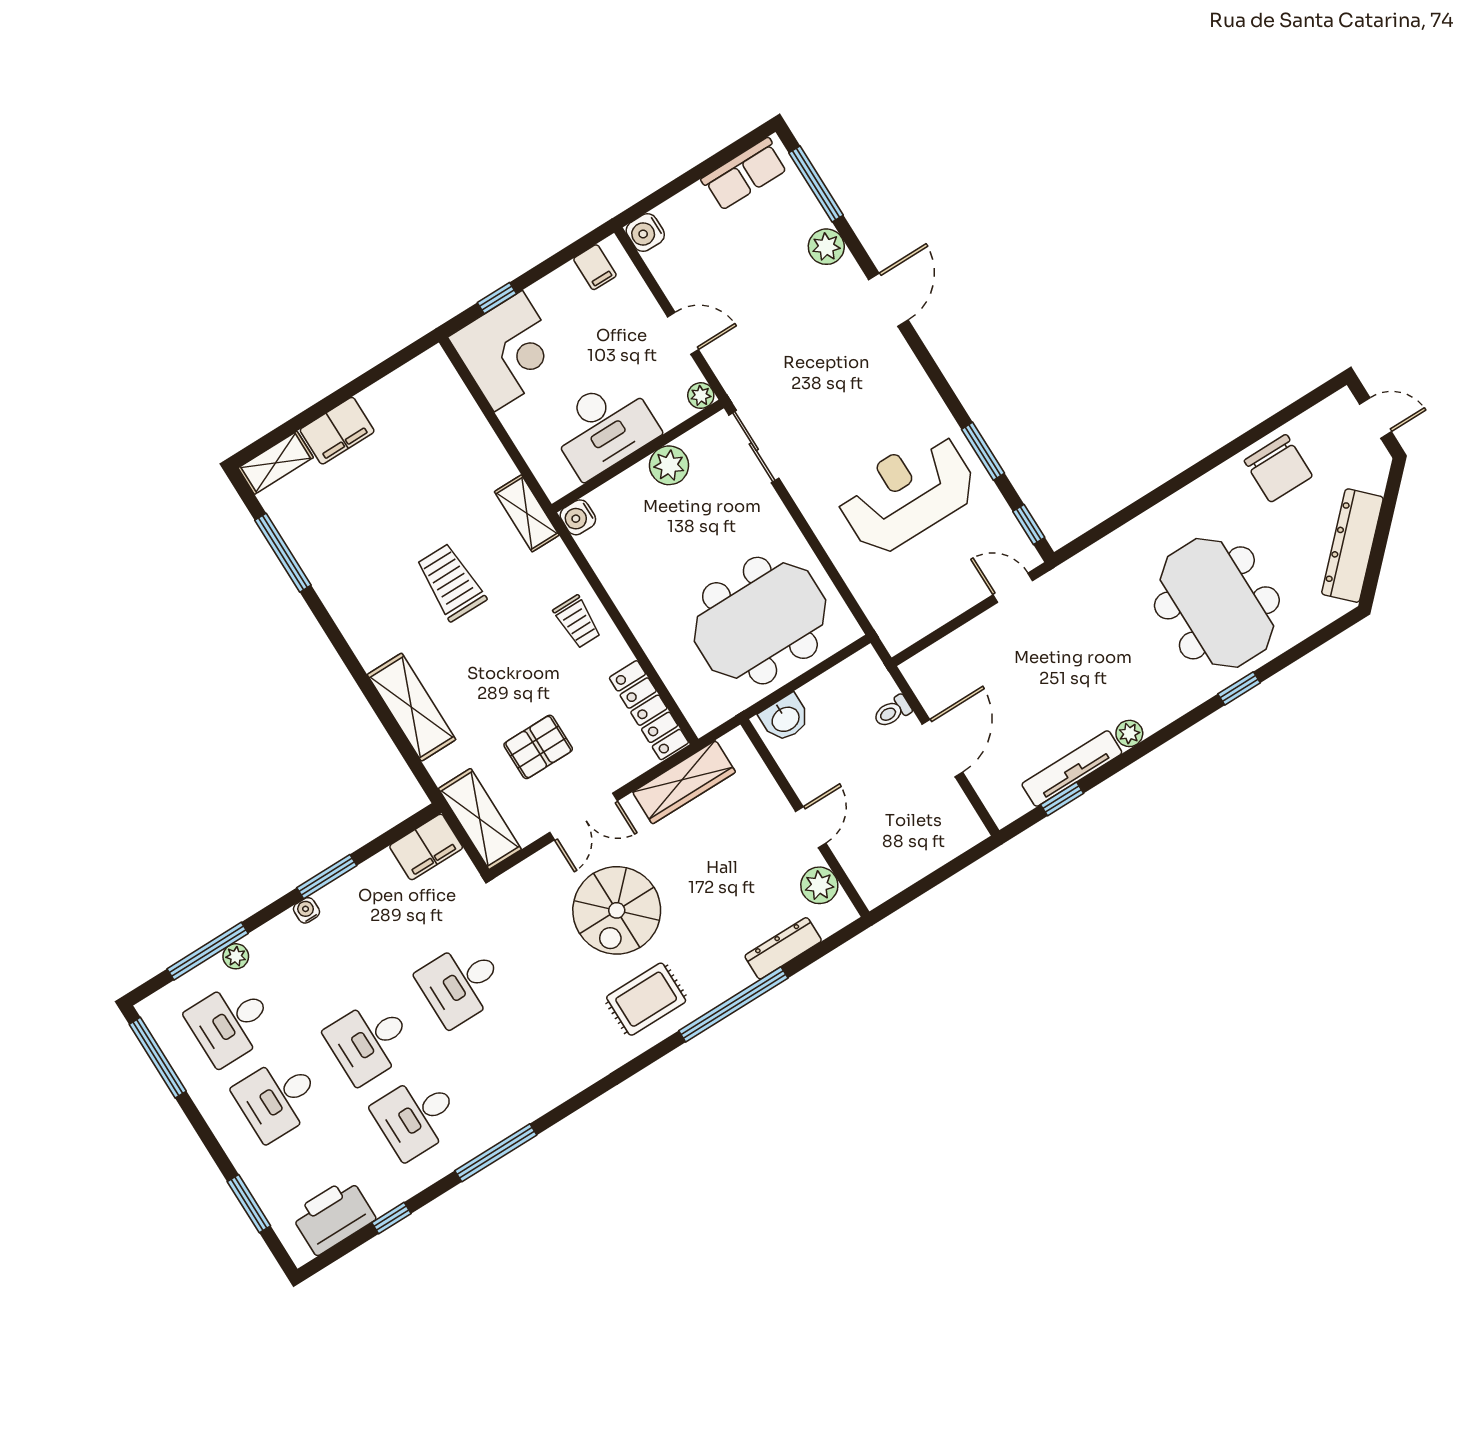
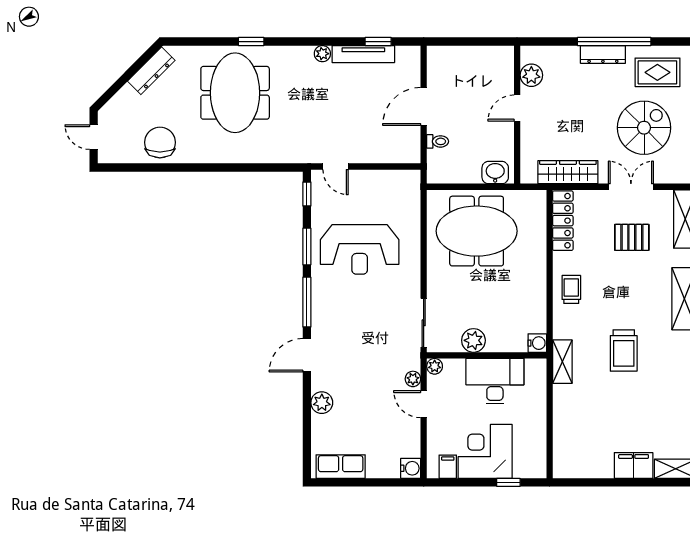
window: (816, 184) -> (307, 302), moved
corner desk: (508, 351) -> (485, 451), moved
plant: (720, 359) -> (413, 379), added
dresser: (1352, 546) -> (151, 71), width x0.73, depth x0.80
dresser: (783, 948) -> (603, 54), moved

